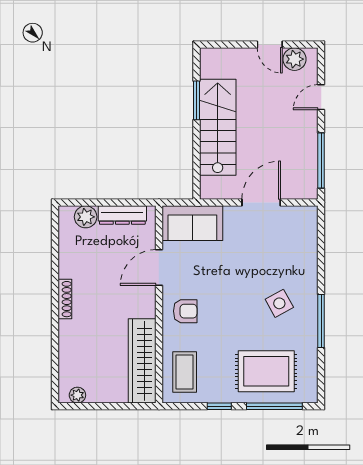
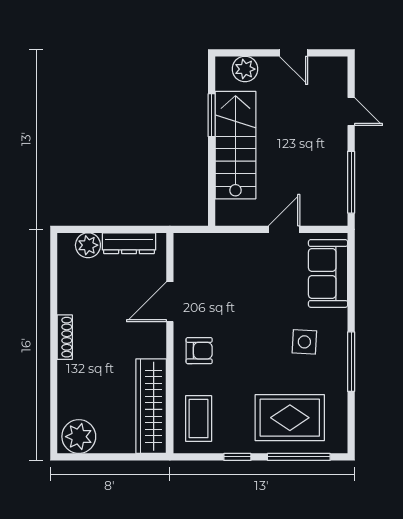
plant: (294, 59) -> (245, 69), moved
door: (321, 97) -> (351, 112), swing flipped
door: (261, 203) -> (284, 229), width x0.73
sofa: (192, 223) -> (328, 273), moved, turned 90
side table: (279, 303) -> (304, 342), turned 32
plant: (77, 395) -> (79, 437), width x1.87, depth x1.87

